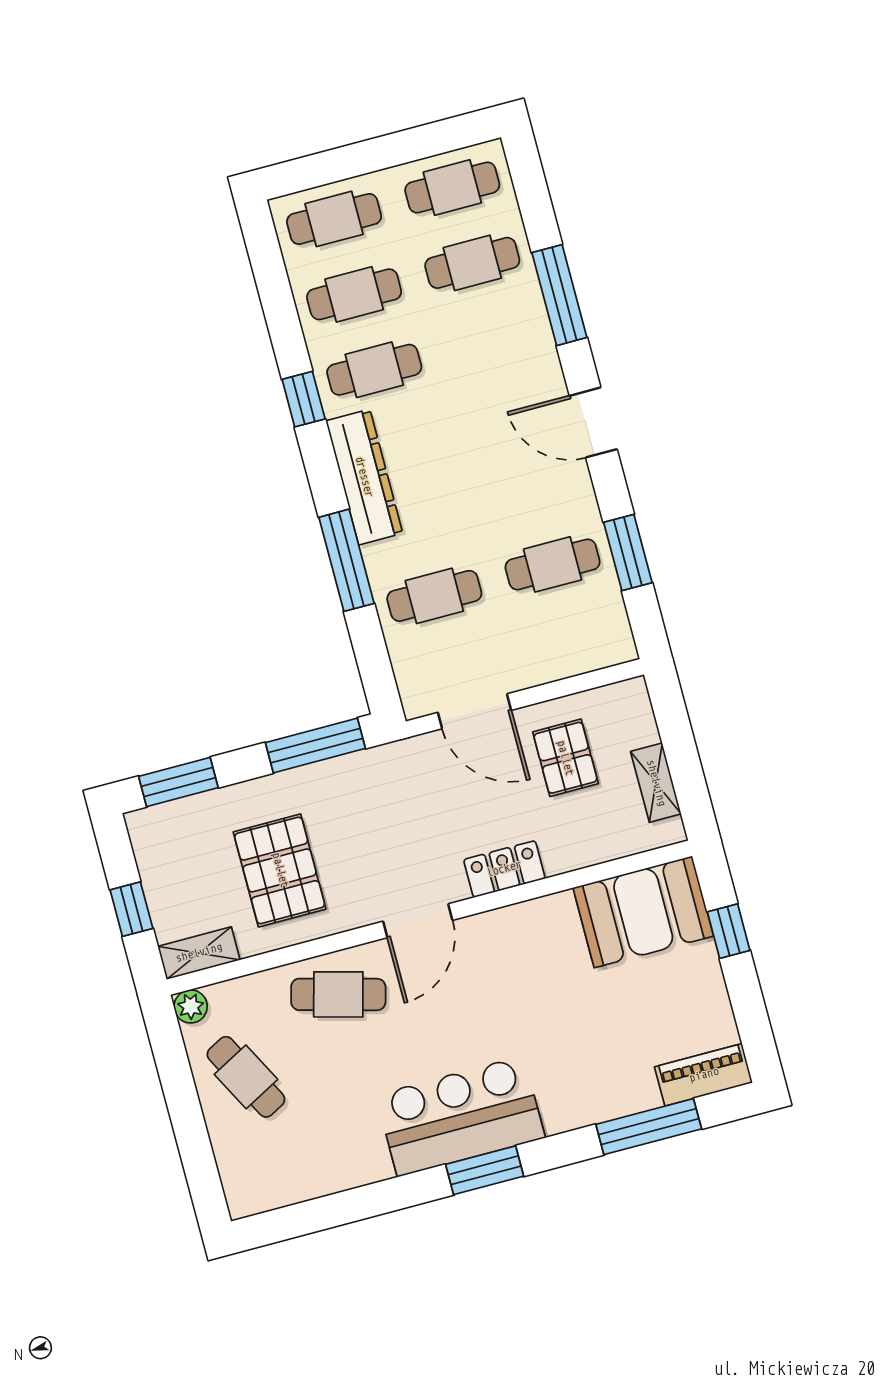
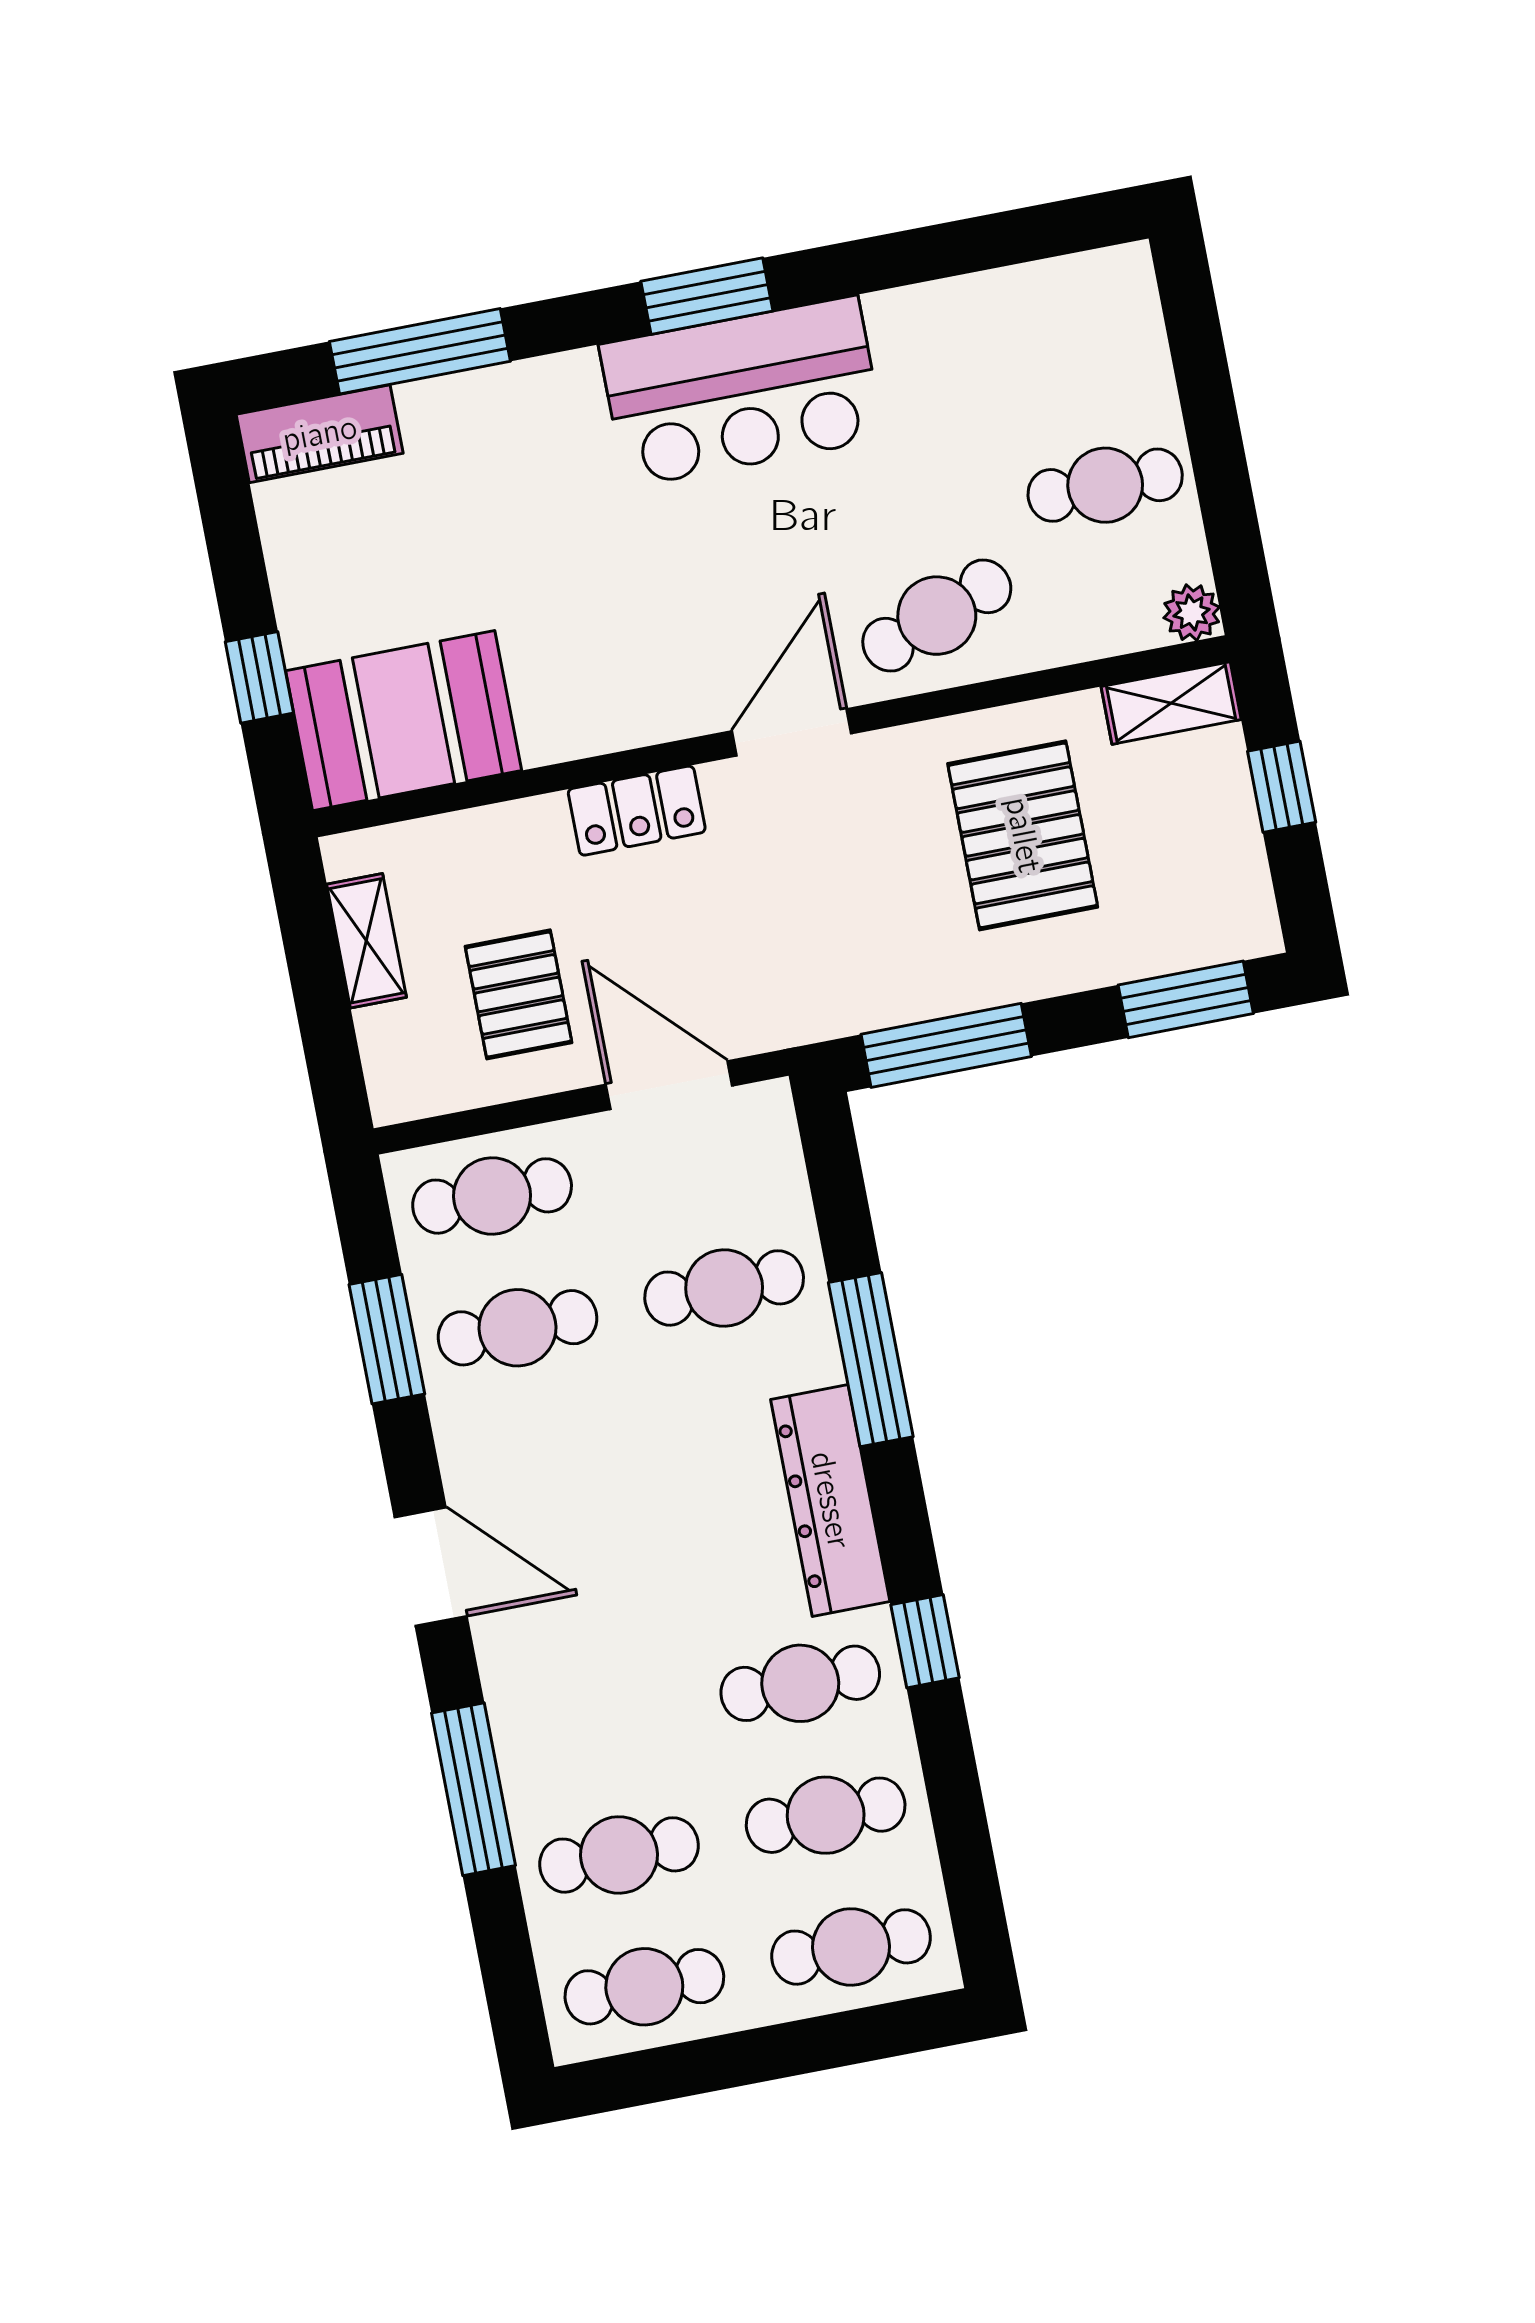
cafe table: (573, 640) -> (492, 1196), added
cafe table: (338, 994) -> (937, 616), turned -35
cafe table: (246, 1077) -> (1105, 485), turned -62

